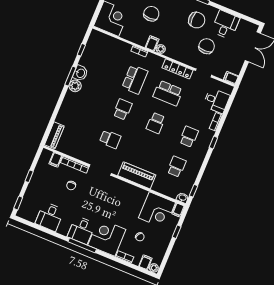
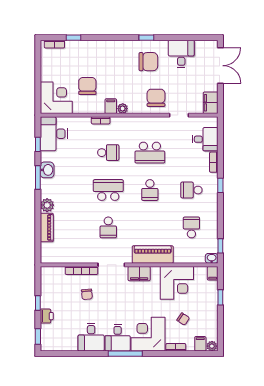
chair: (151, 14) -> (87, 86), moved
desk: (97, 46) -> (54, 134), added
chair: (207, 46) -> (156, 98), moved
locker: (178, 69) -> (149, 122), removed
filing cabinet: (231, 78) -> (211, 103), width x2.00
school desk: (135, 79) -> (108, 153), width x0.54
plant: (75, 86) -> (47, 205), moved
school desk: (122, 109) -> (108, 190), width x1.85
piano: (54, 135) -> (47, 227), moved
school desk: (189, 137) -> (191, 190), turned -90
school desk: (110, 139) -> (108, 227), turned 90
filing cabinet: (56, 160) -> (139, 274), moved, width x2.00
printer: (32, 190) -> (47, 316), added
corner desk: (157, 210) -> (177, 283), moved
desk: (50, 217) -> (91, 337), moved

